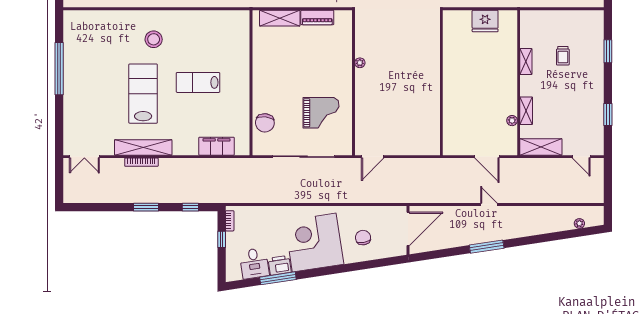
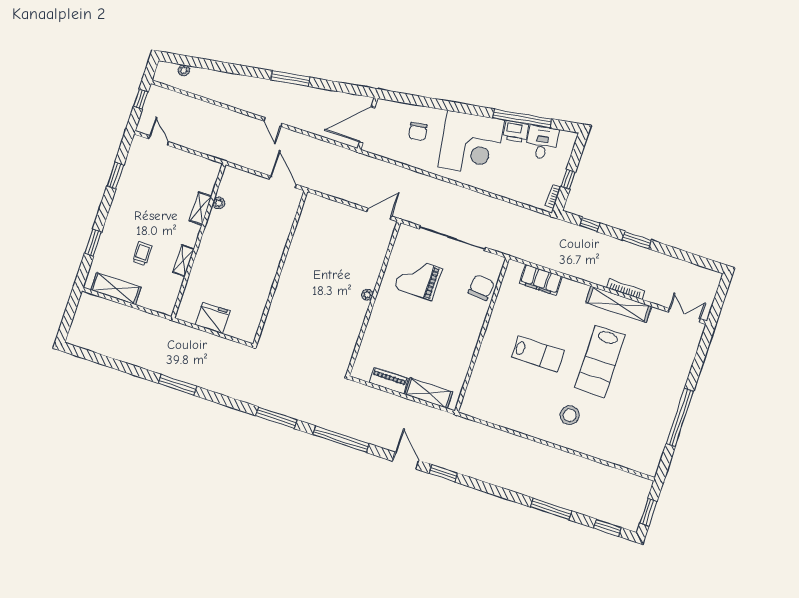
plant: (360, 63) -> (367, 295), moved
shelving: (541, 147) -> (116, 289), moved
door: (487, 157) -> (283, 182), moved
window: (608, 187) -> (141, 99), added
window: (278, 278) -> (522, 118), width x1.46

